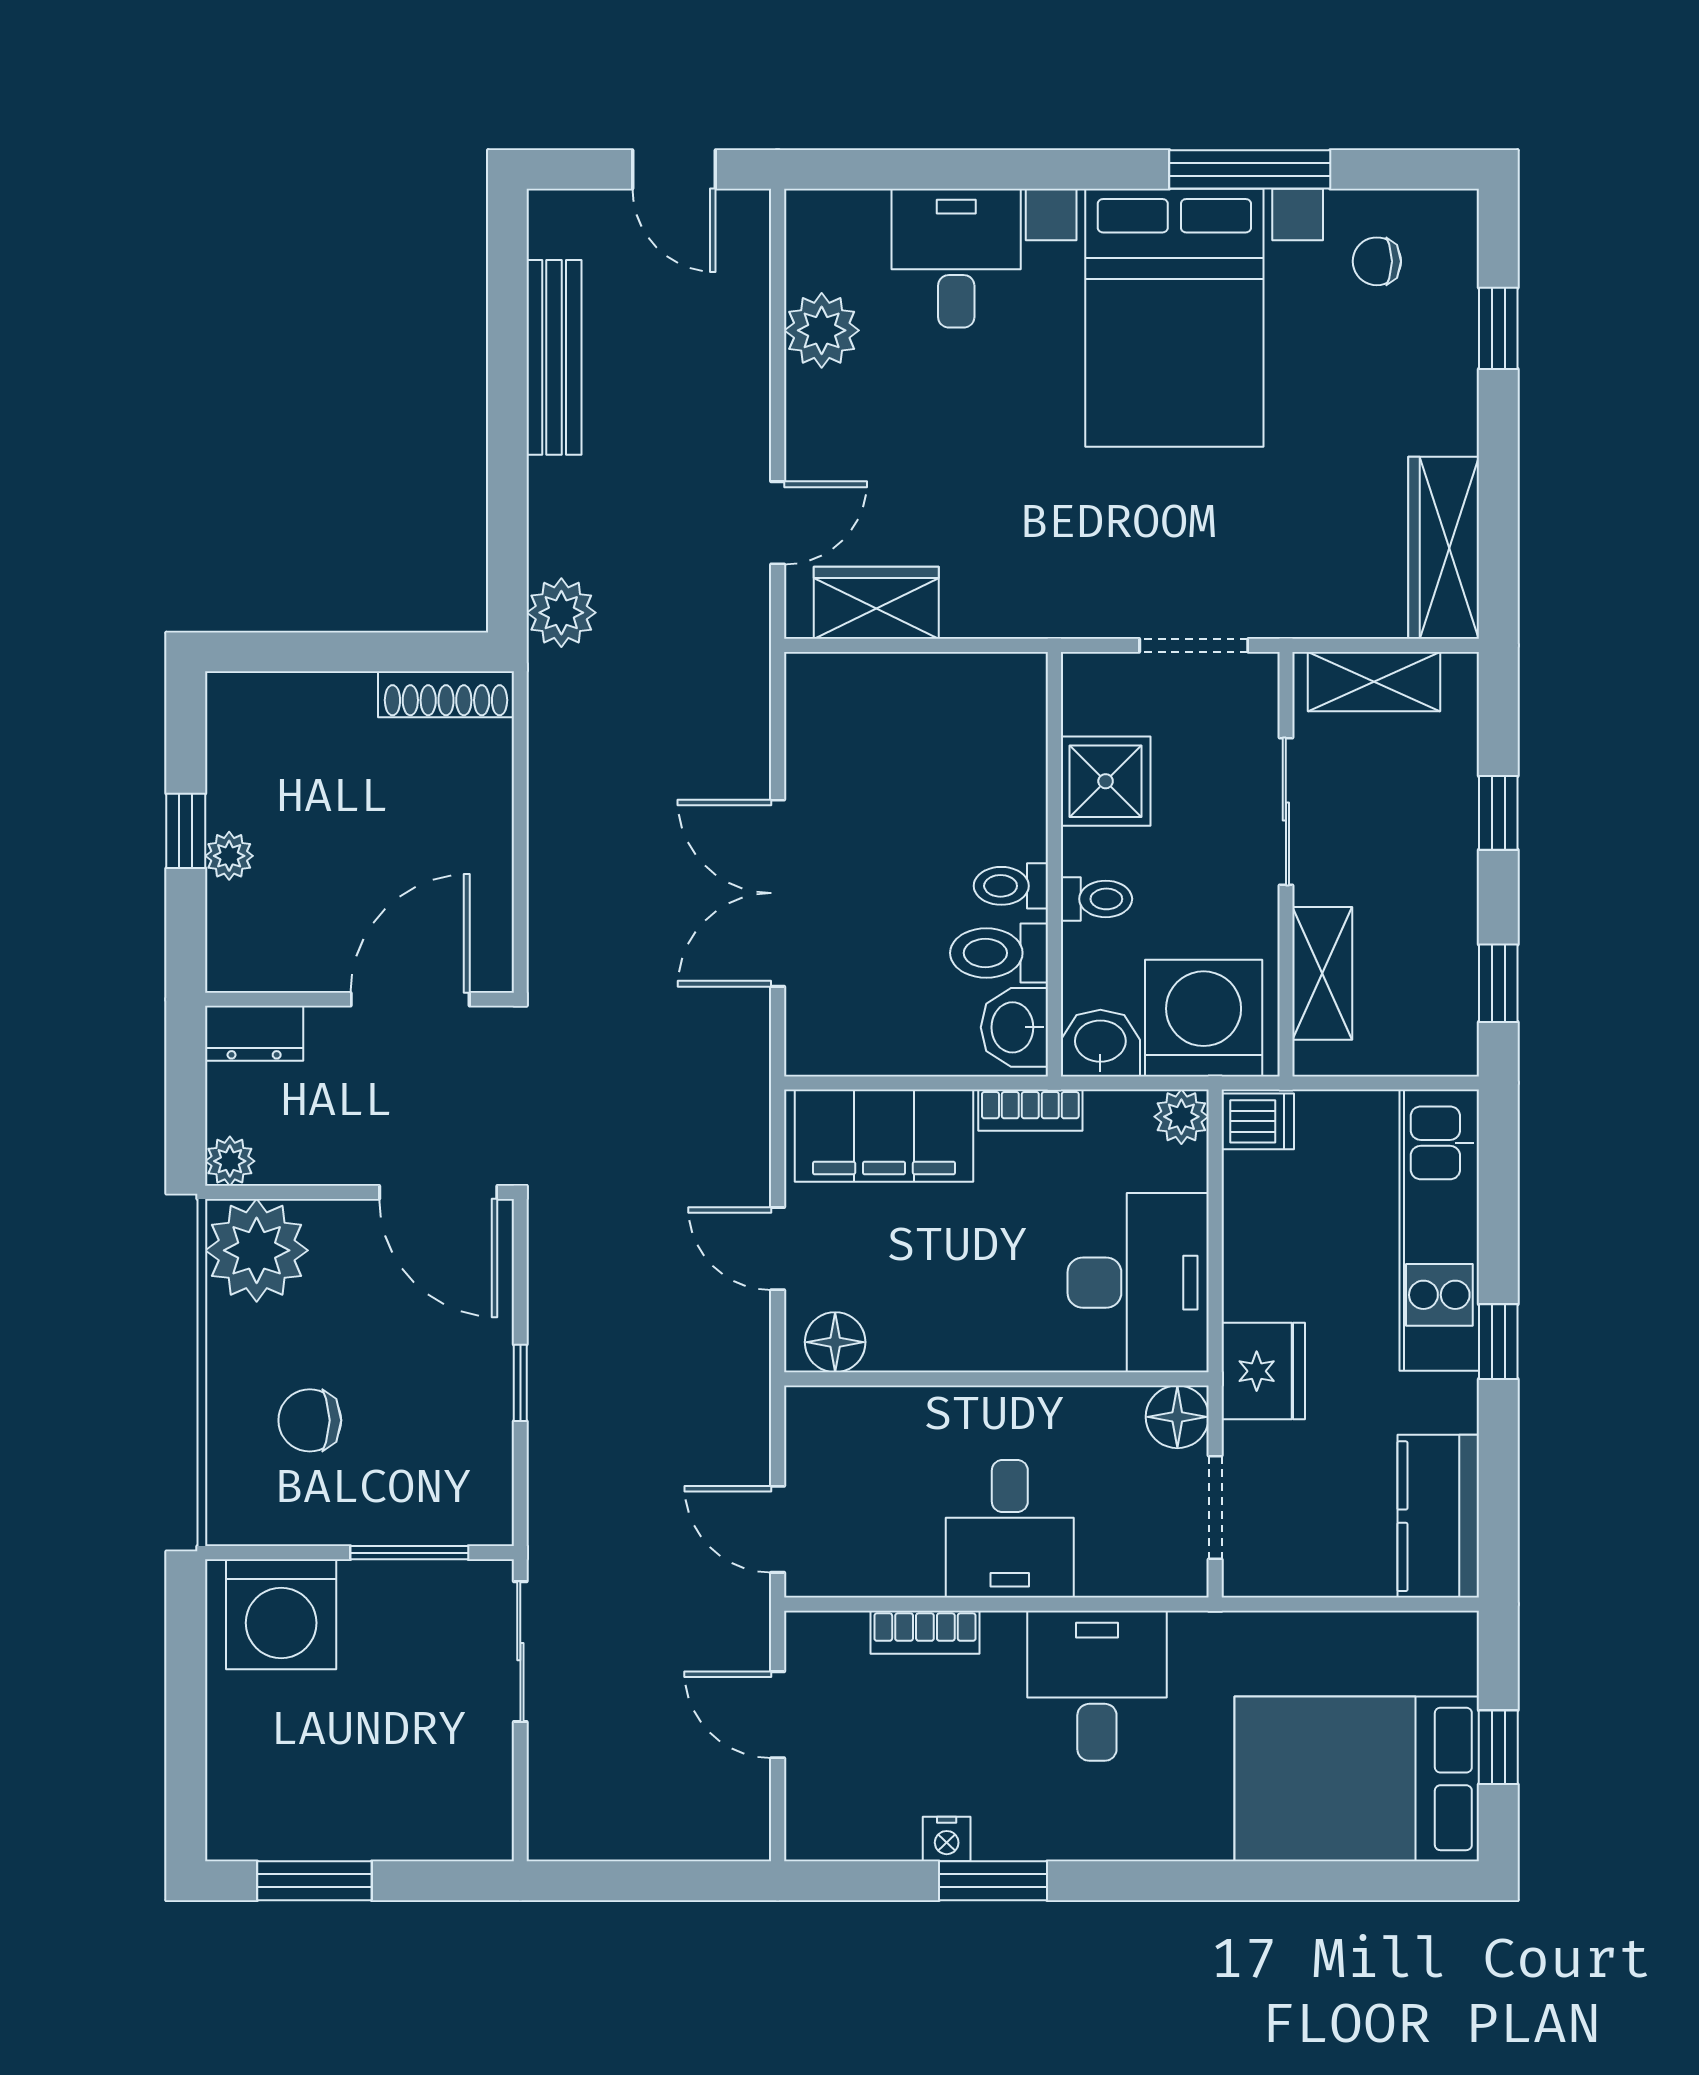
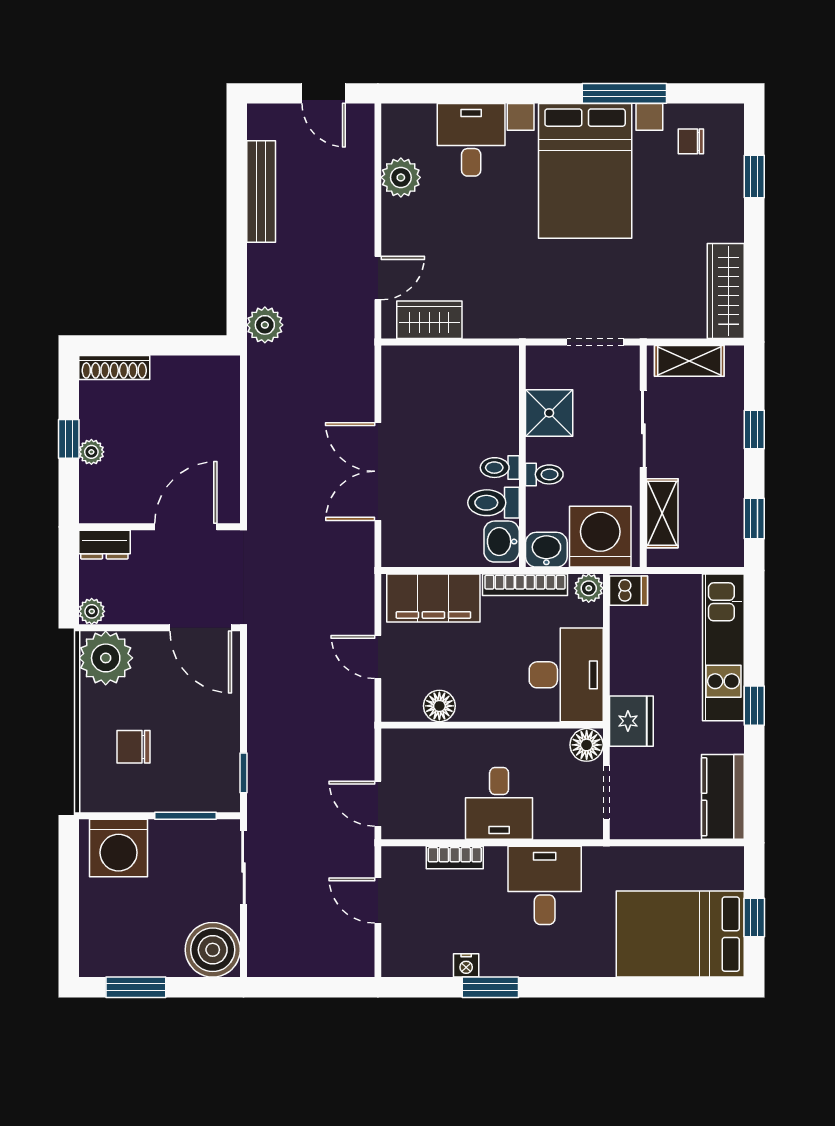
shoe rack: (446, 694) -> (114, 368), moved
bookcase: (1030, 1110) -> (525, 585), width x1.56
floor lamp: (835, 1342) -> (439, 706), moved
window: (520, 1383) -> (243, 773), moved
boiler: (461, 1809) -> (213, 950), added

